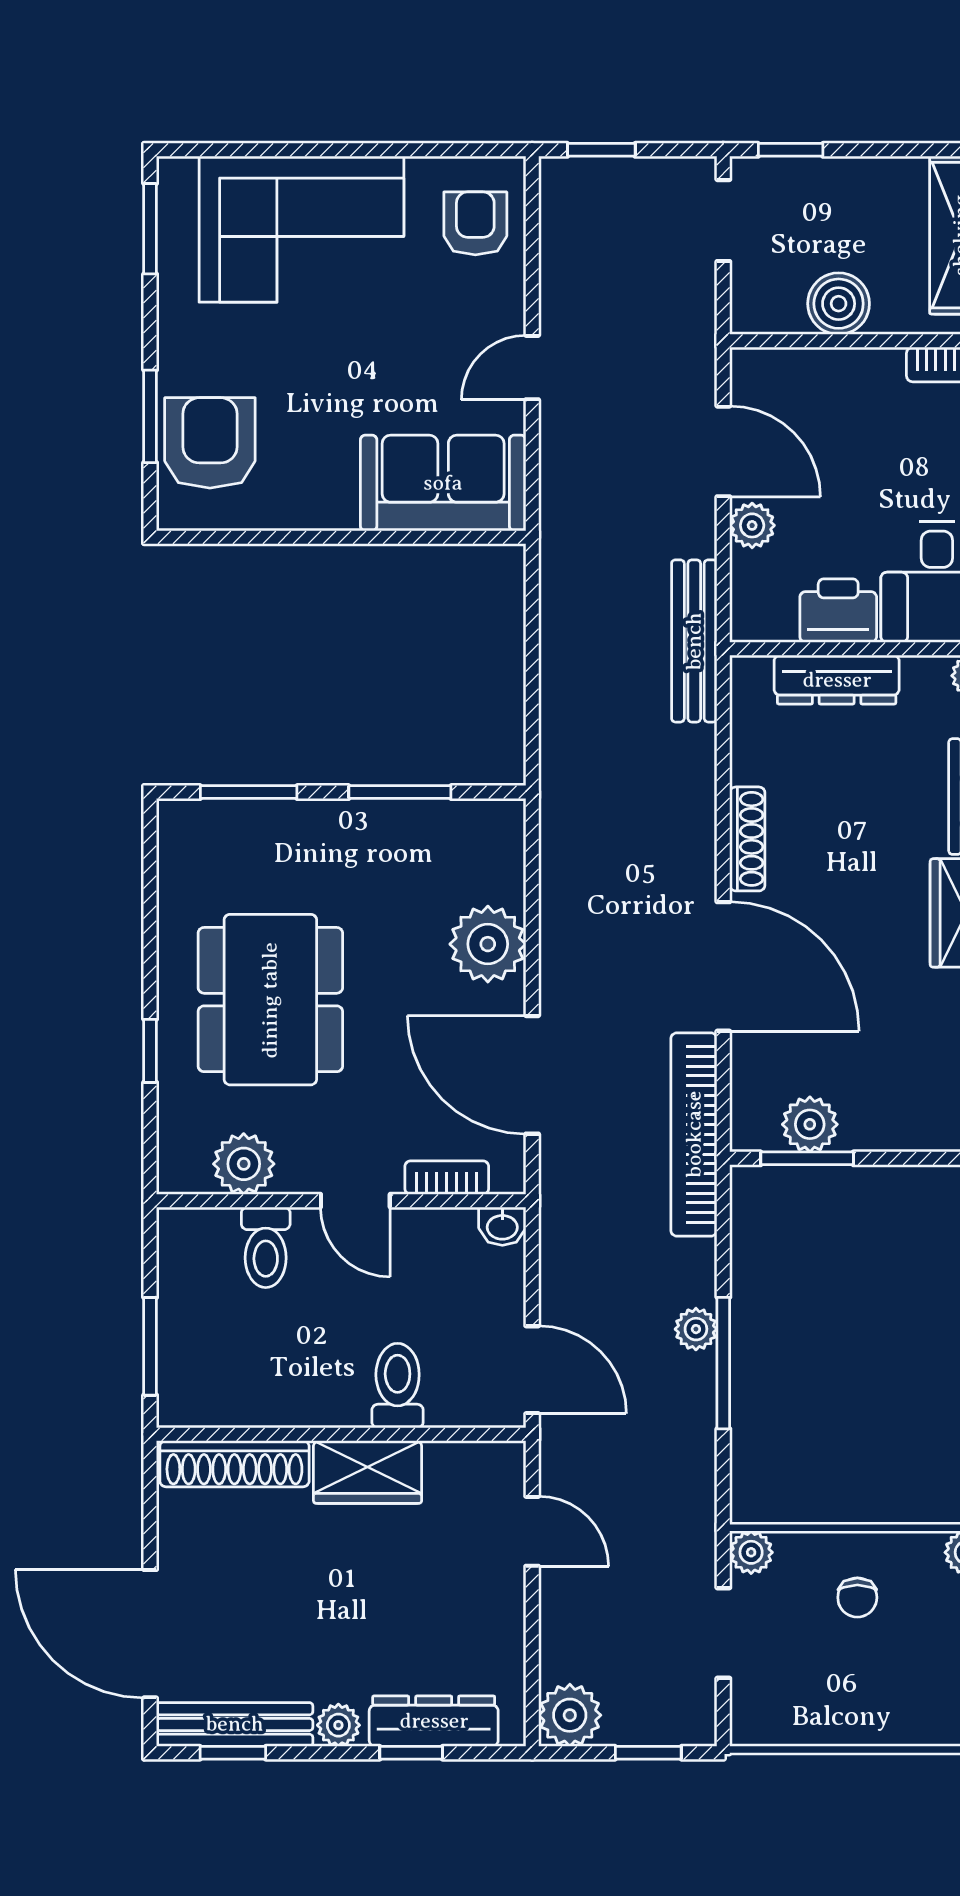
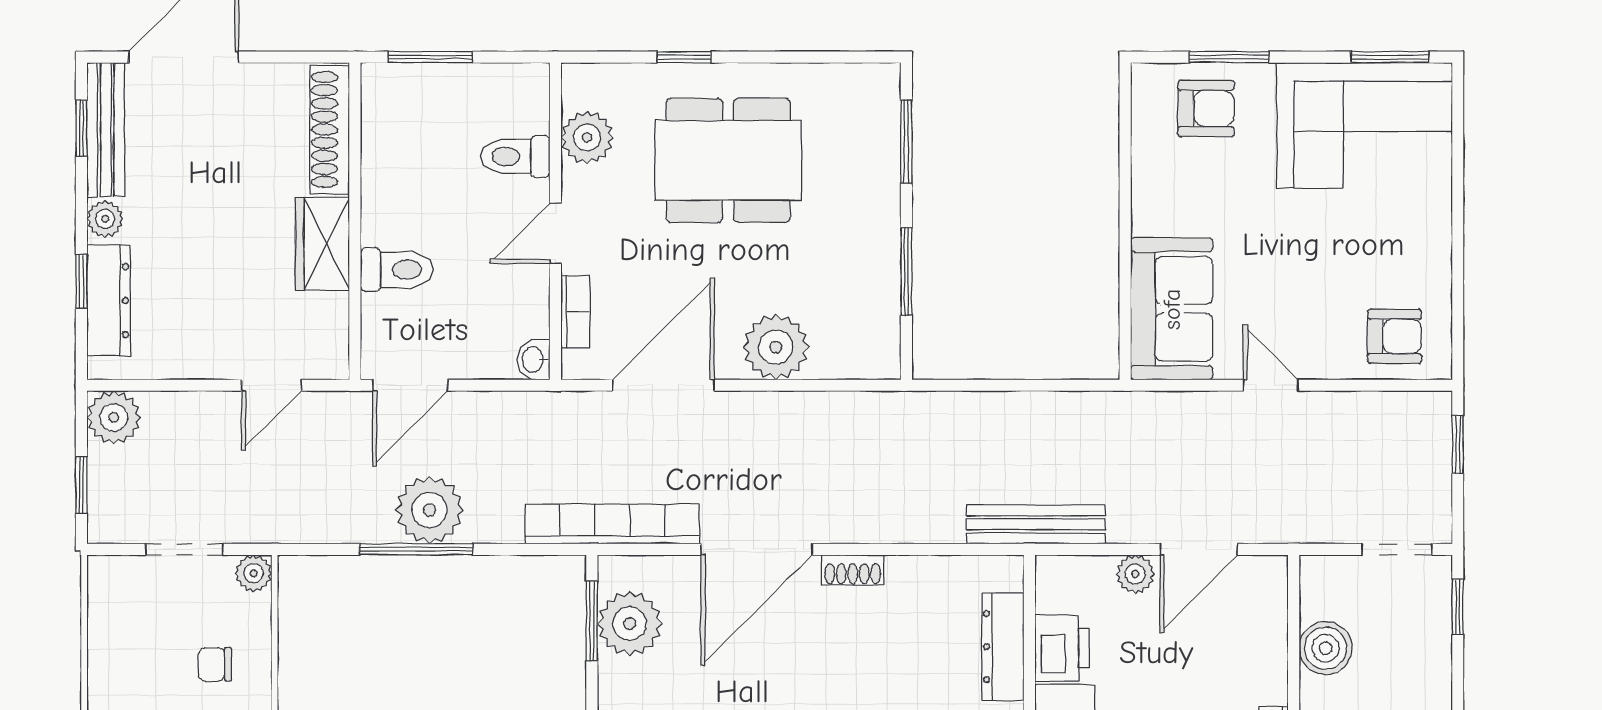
corner sofa: (301, 229) -> (1364, 125), moved, turned -90
armchair: (210, 443) -> (1206, 109), width x0.72, depth x0.72
shoe rack: (747, 839) -> (853, 570), width x0.70
plant: (810, 1124) -> (630, 624), width x1.36, depth x1.36
plant: (696, 1329) -> (429, 510), width x1.87, depth x1.87

